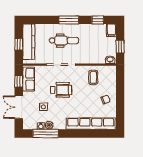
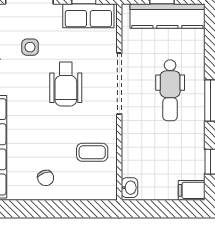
window: (120, 47) -> (157, 209), removed

